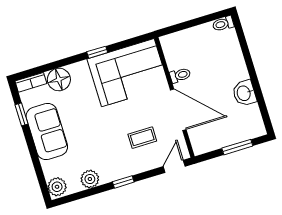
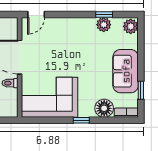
window: (97, 52) -> (81, 120), moved
coffee table: (142, 138) -> (54, 44), removed
window: (123, 182) -> (104, 15), moved

